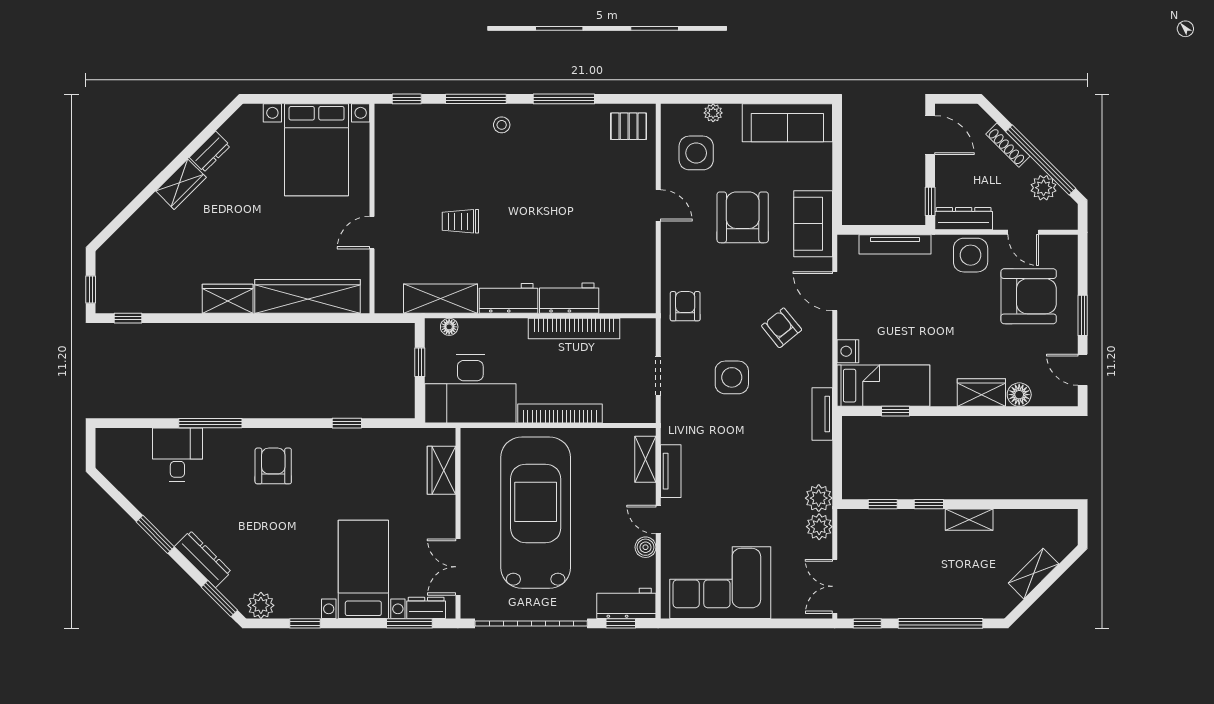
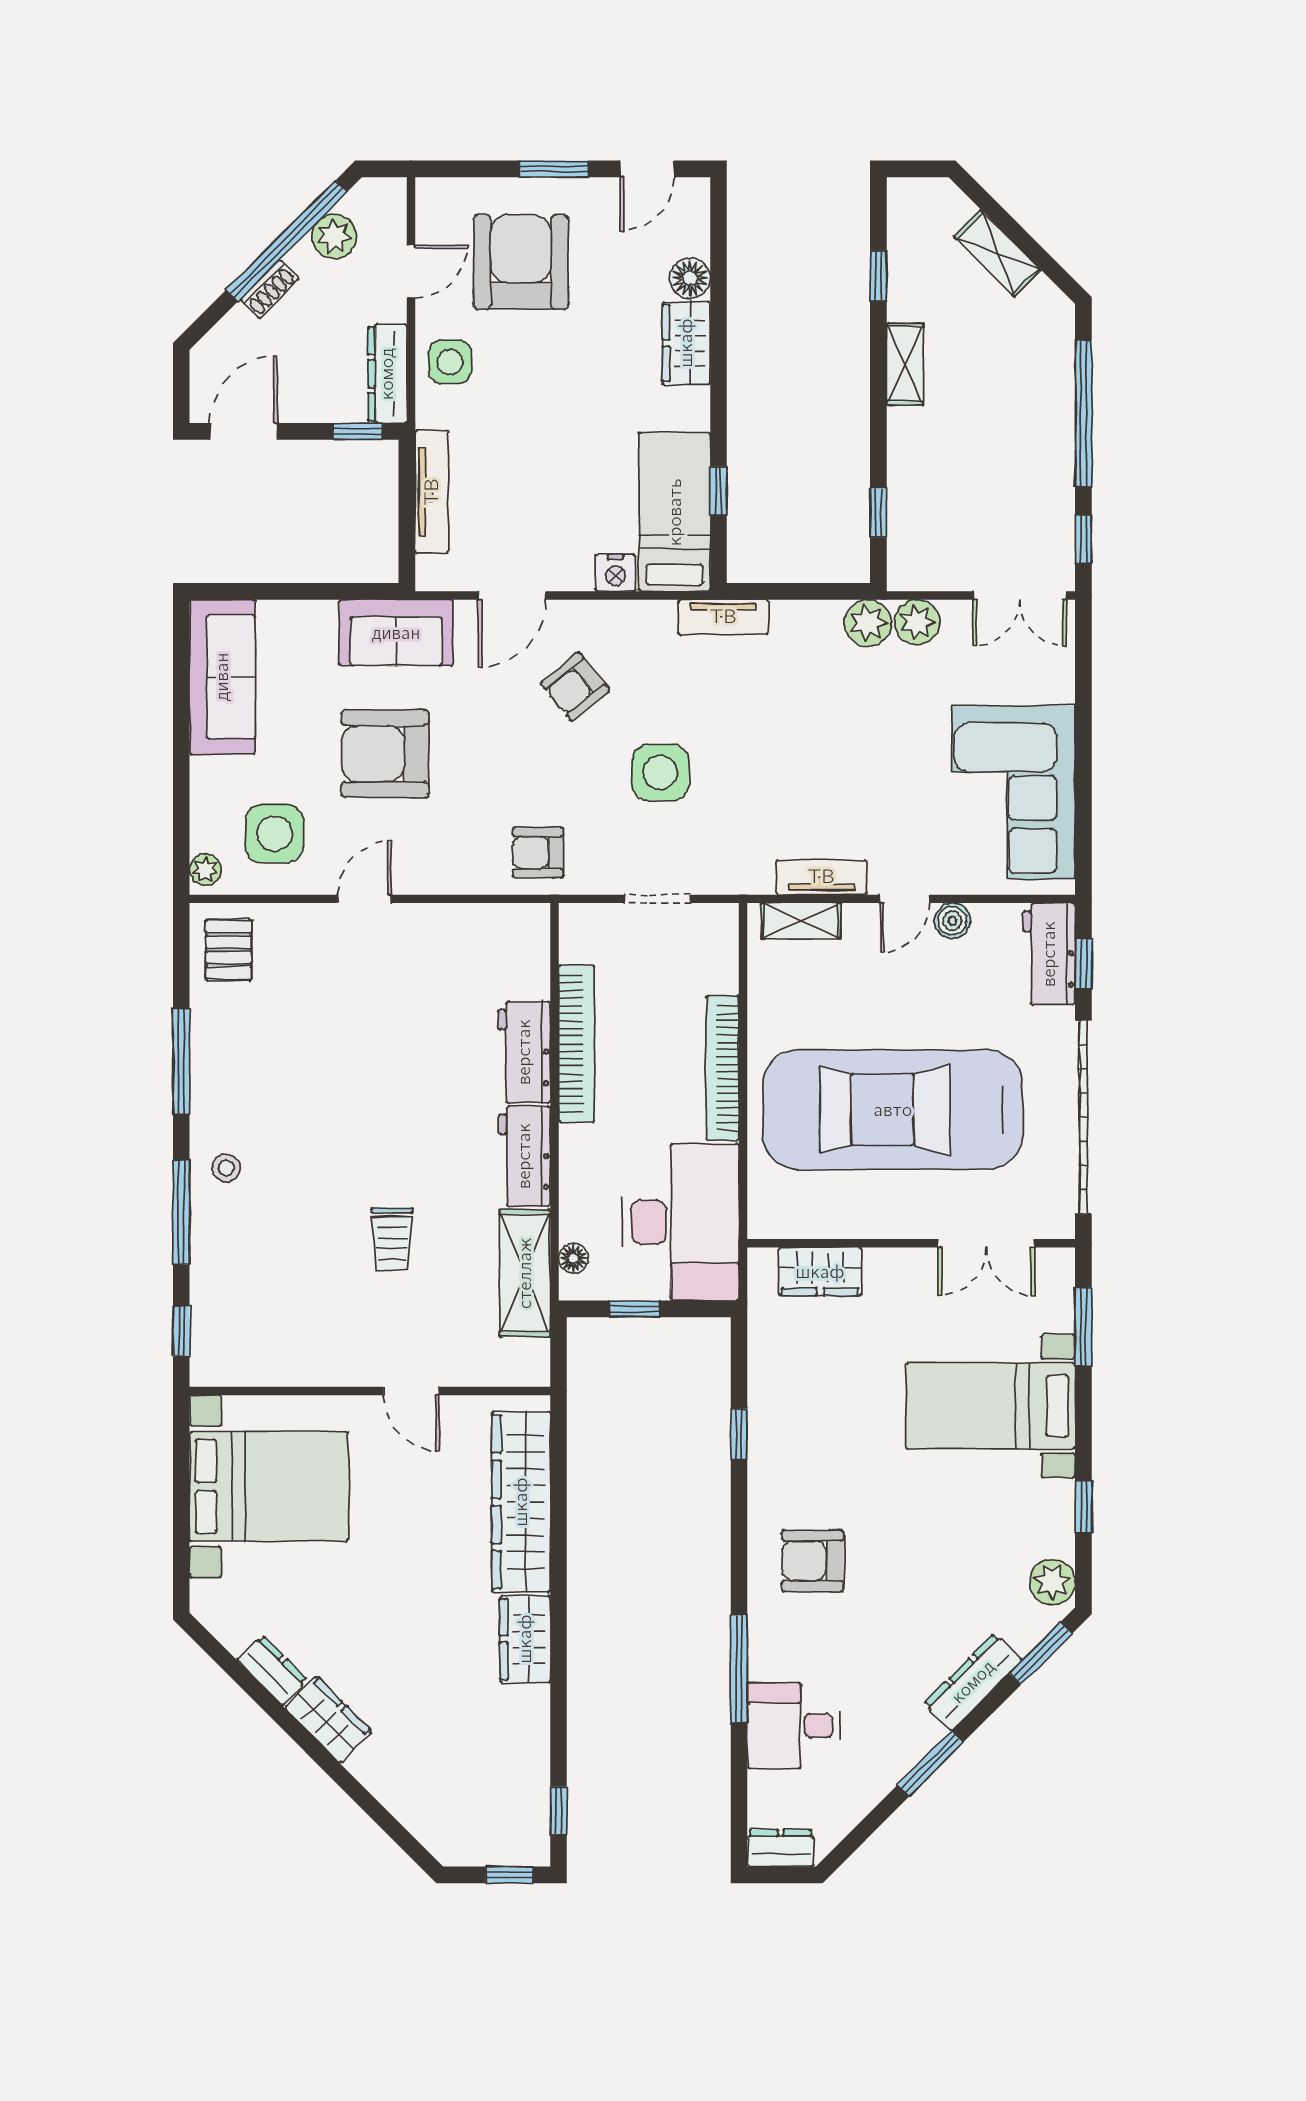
plant: (713, 113) -> (205, 870), moved
shoe rack: (1008, 145) -> (270, 289), width x0.70
side table: (971, 255) -> (450, 362), width x0.73, depth x0.73
window: (929, 504) -> (878, 276), moved
dresser: (426, 608) -> (780, 1848), moved, turned 90

